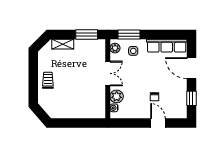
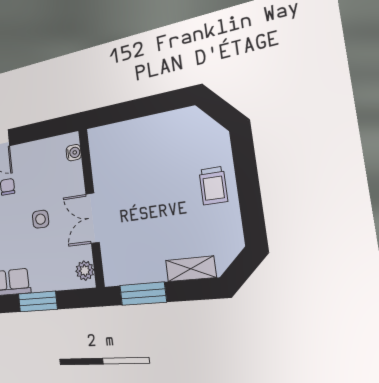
window: (129, 35) -> (38, 302), moved
side table: (133, 51) -> (40, 219), moved
plant: (117, 96) -> (71, 176), removed

